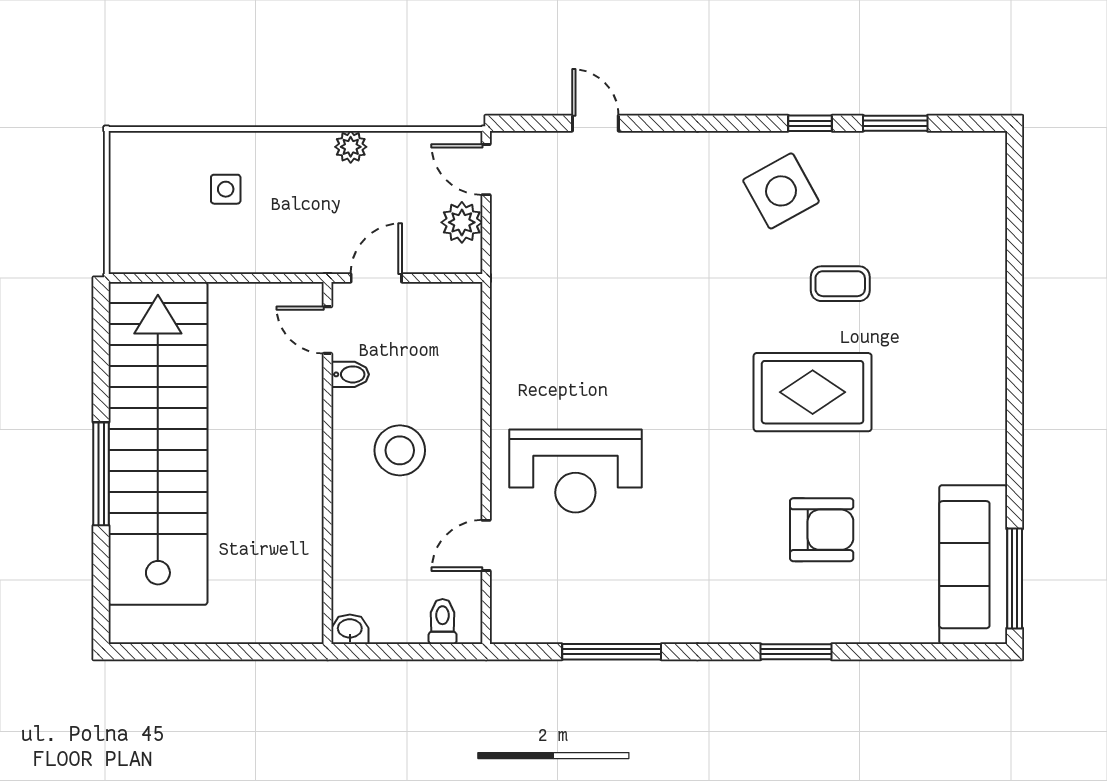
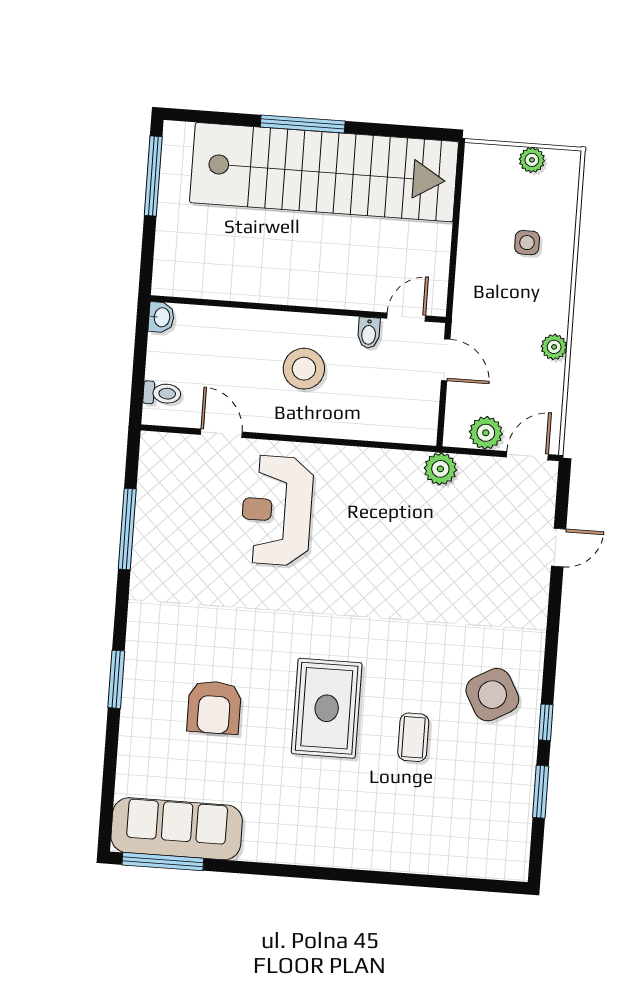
plant: (124, 191) -> (532, 160), added
plant: (510, 275) -> (440, 469), added
window: (178, 652) -> (153, 176), added

